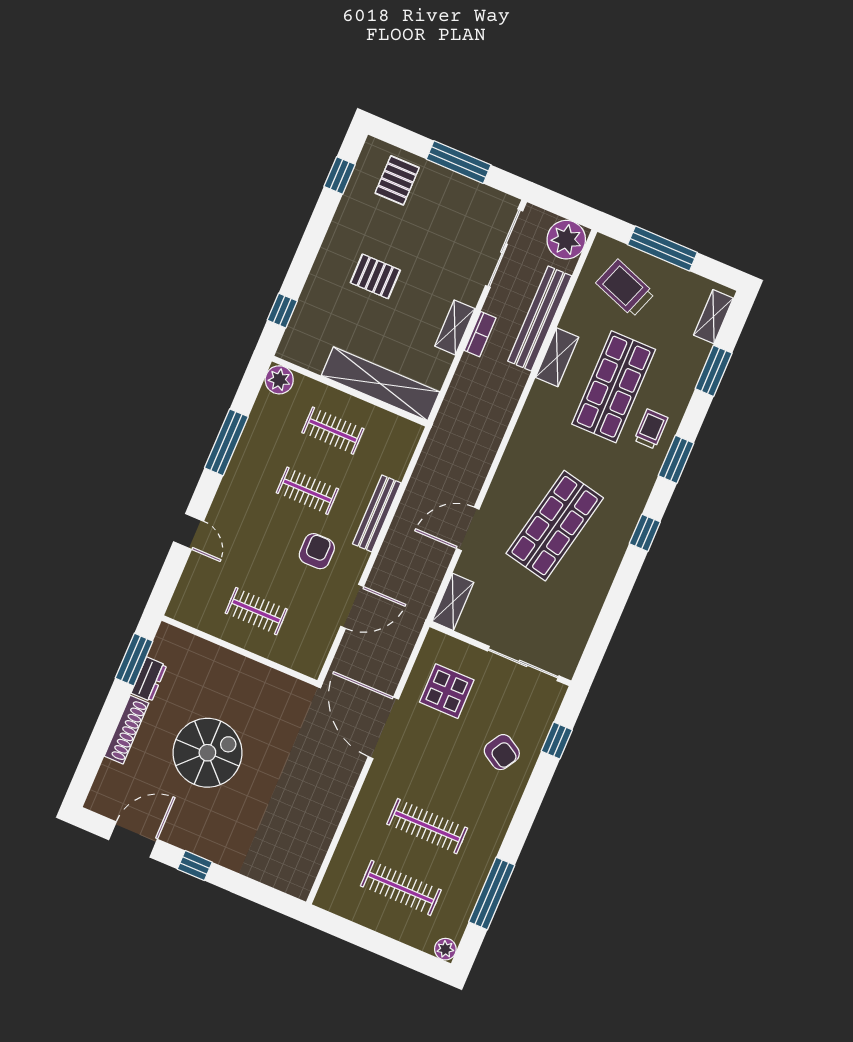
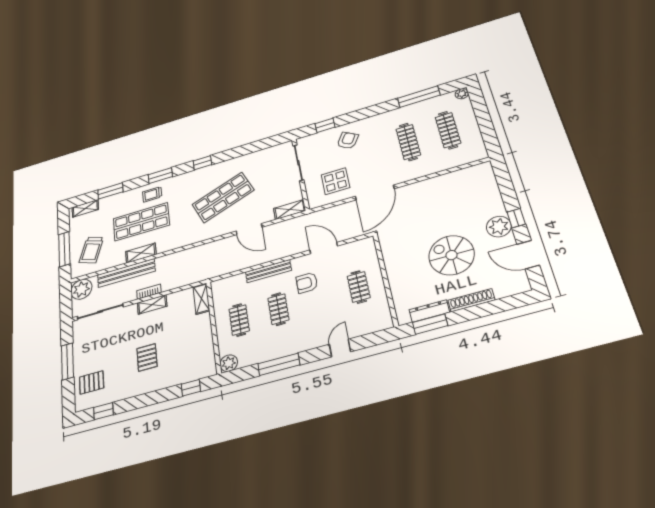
shelving: (380, 384) -> (201, 299), width x0.45, depth x0.75
shop shelf: (555, 526) -> (223, 197), turned -33
dresser: (149, 679) -> (429, 311), width x1.44
plant: (200, 837) -> (499, 227), added

